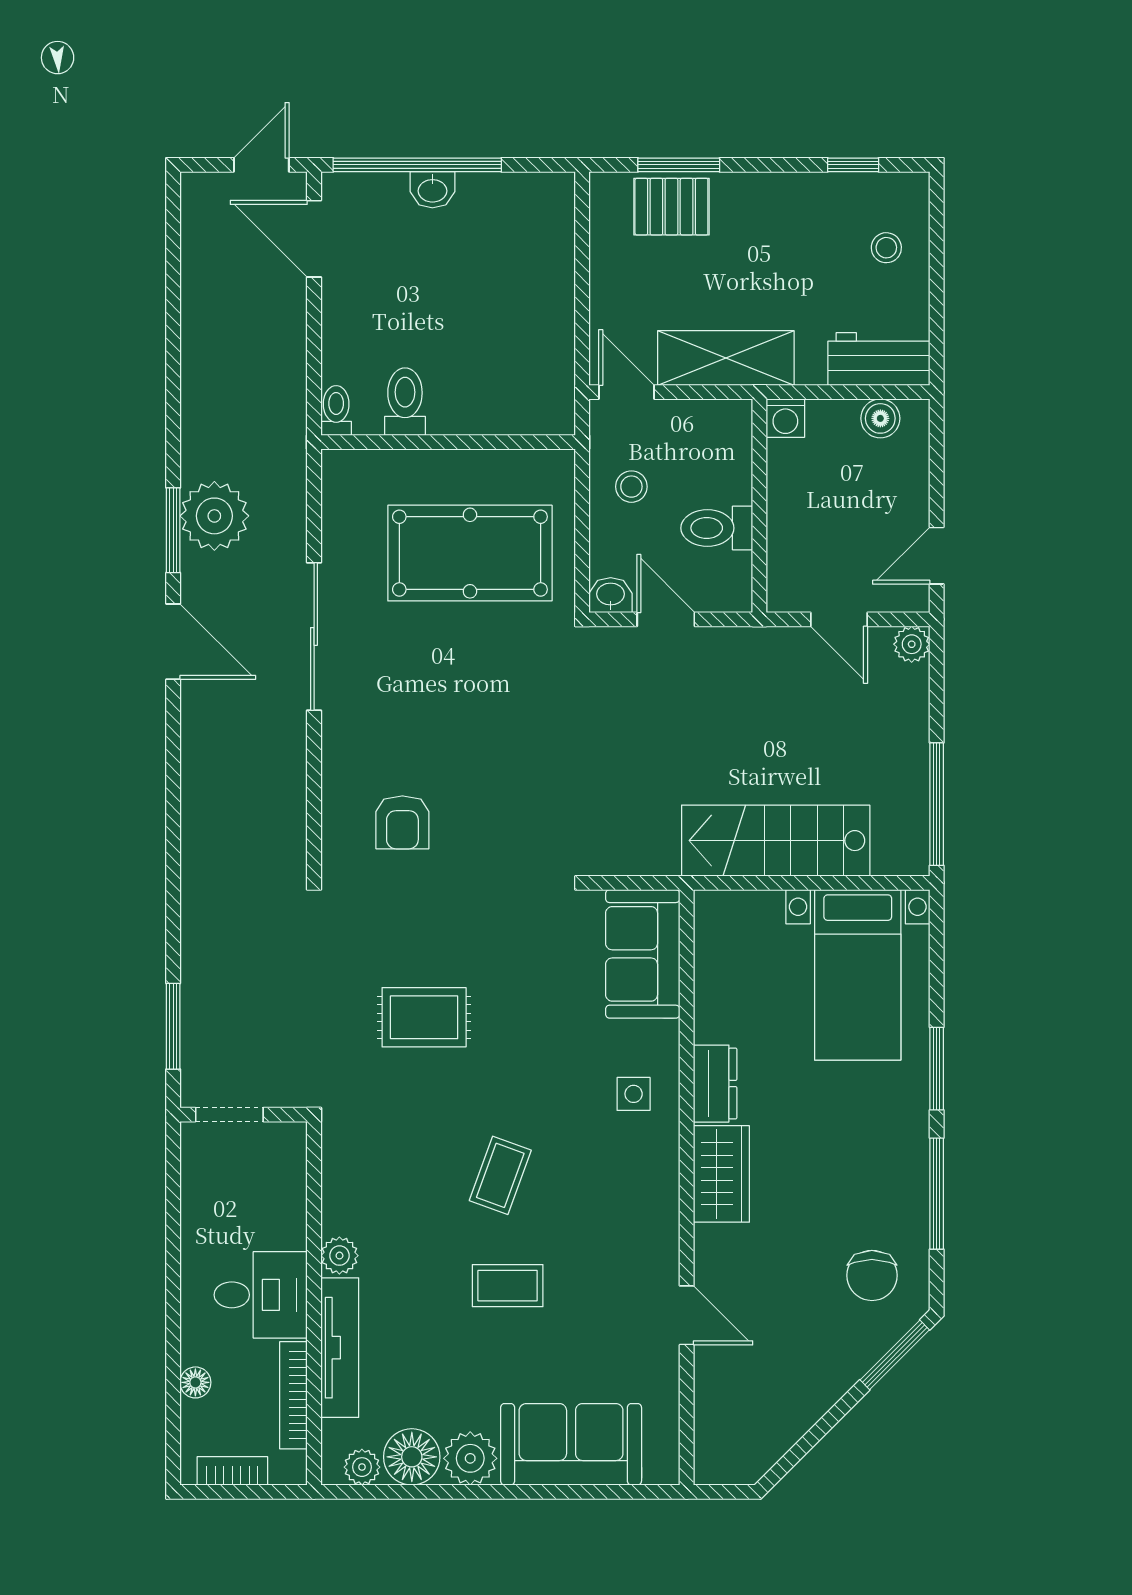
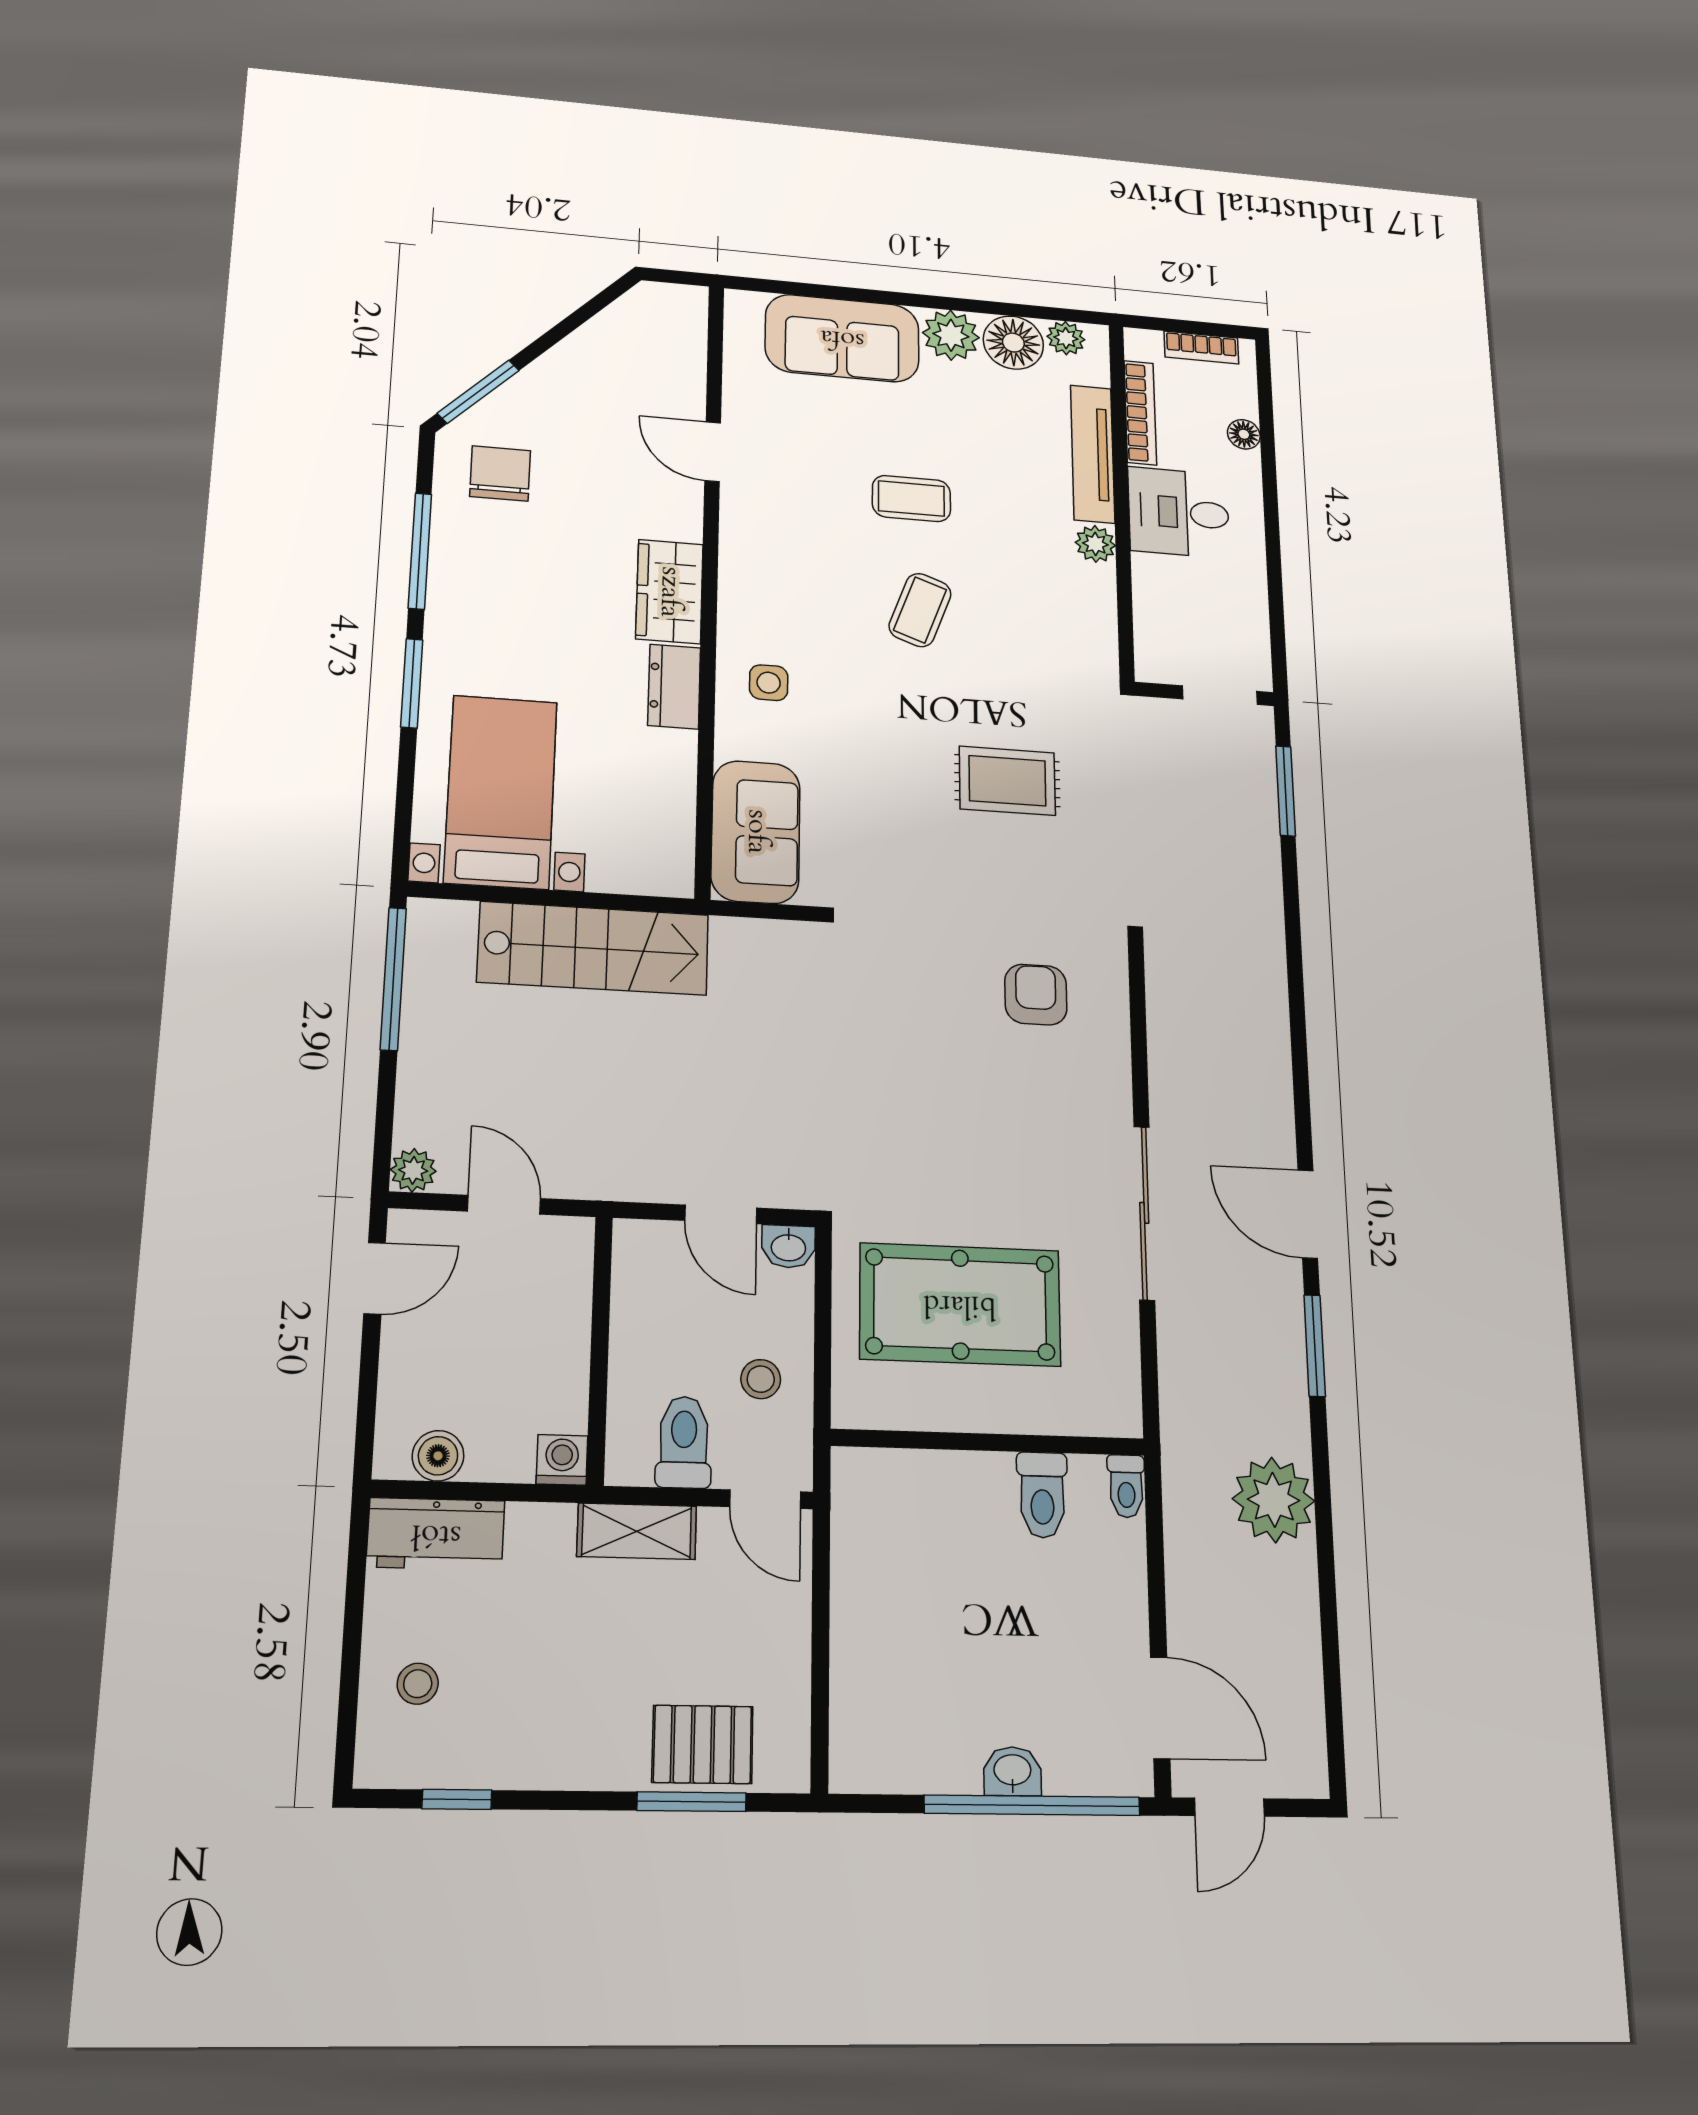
shelving: (726, 358) -> (637, 1531), width x0.67, depth x0.75
plant: (214, 516) -> (1274, 1500), moved
toilet: (717, 528) -> (684, 1442), moved, turned -90

